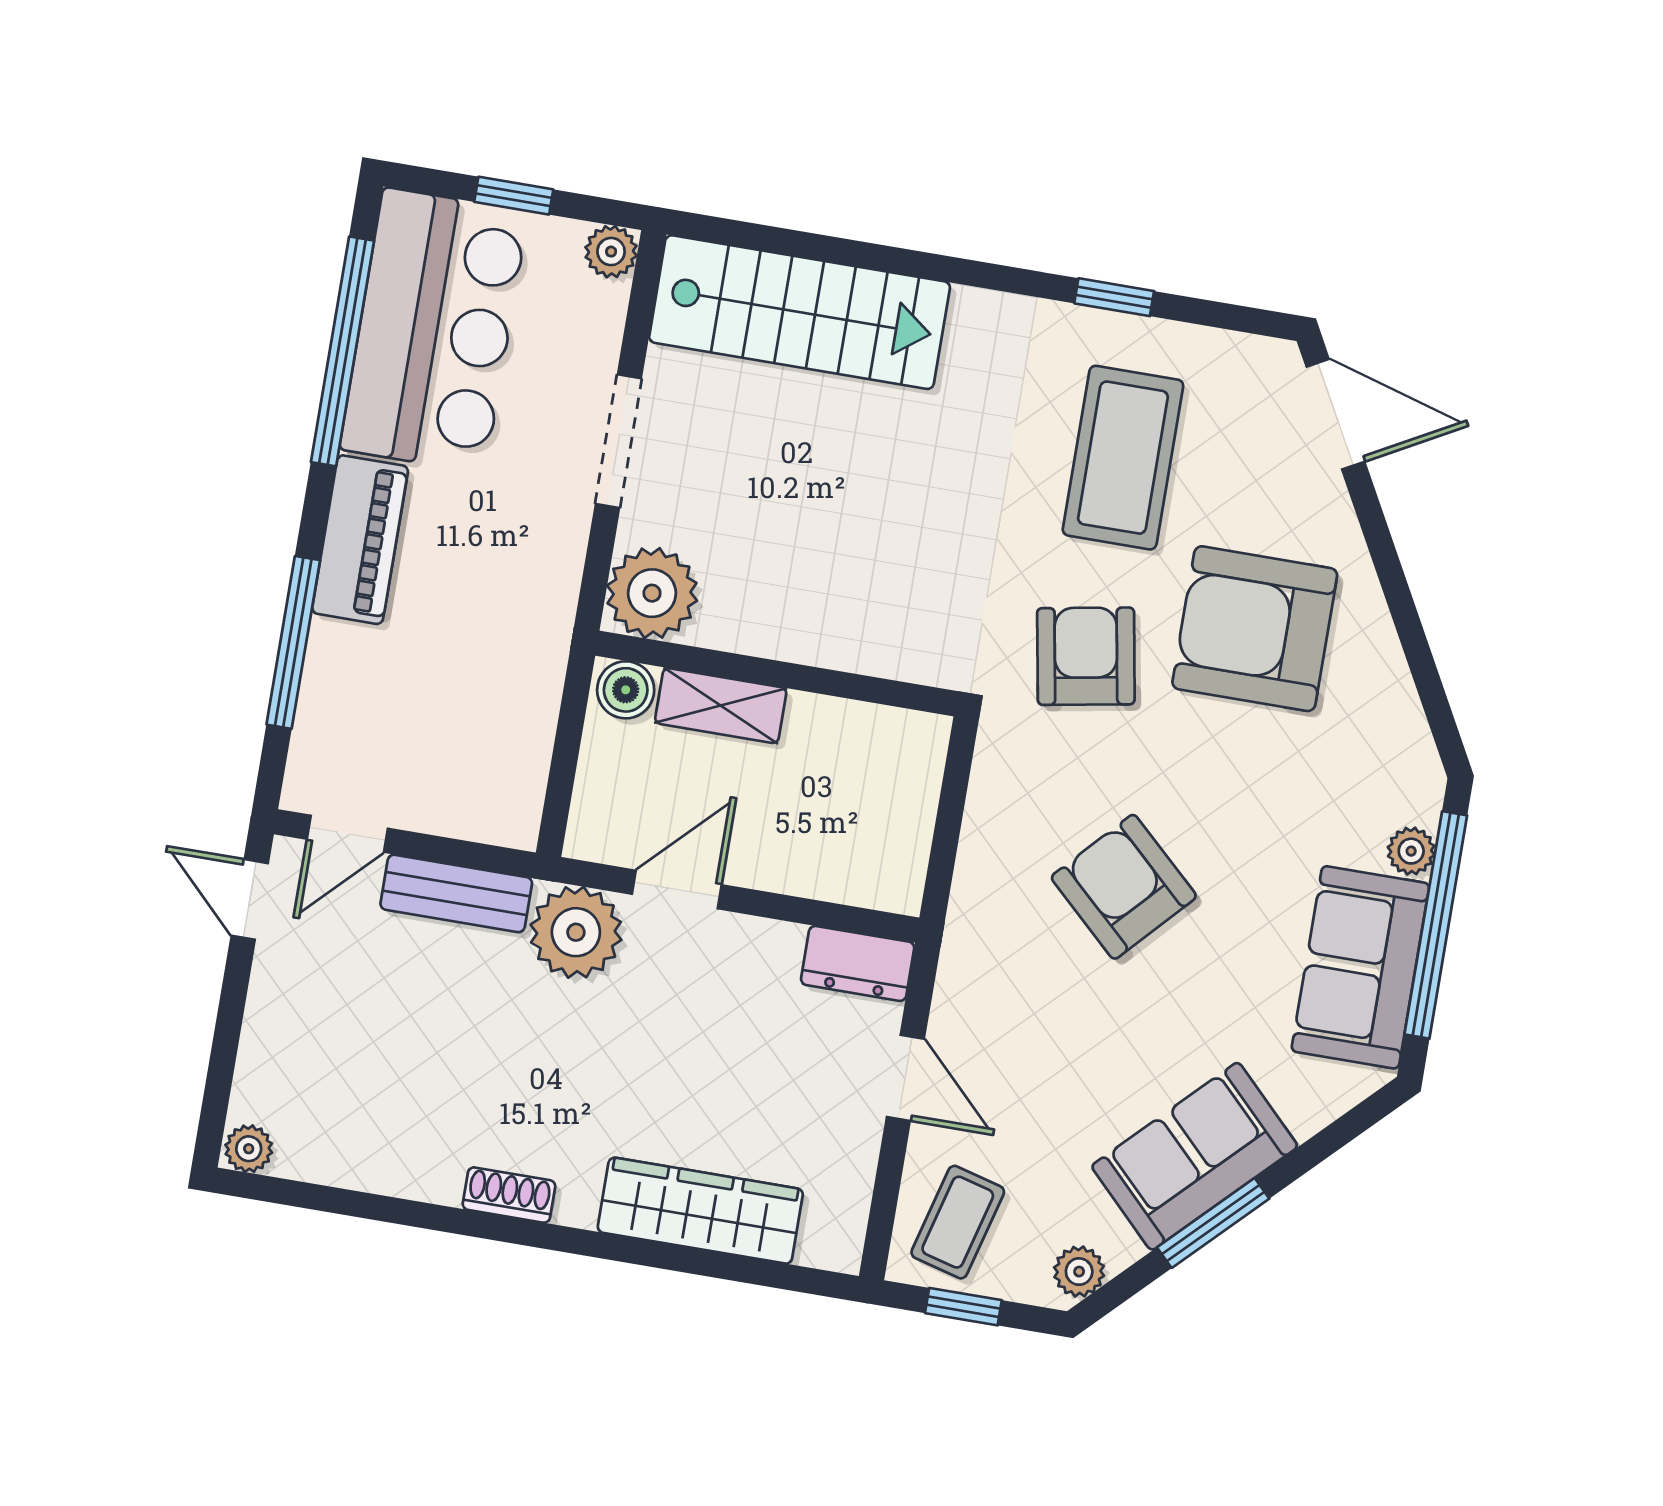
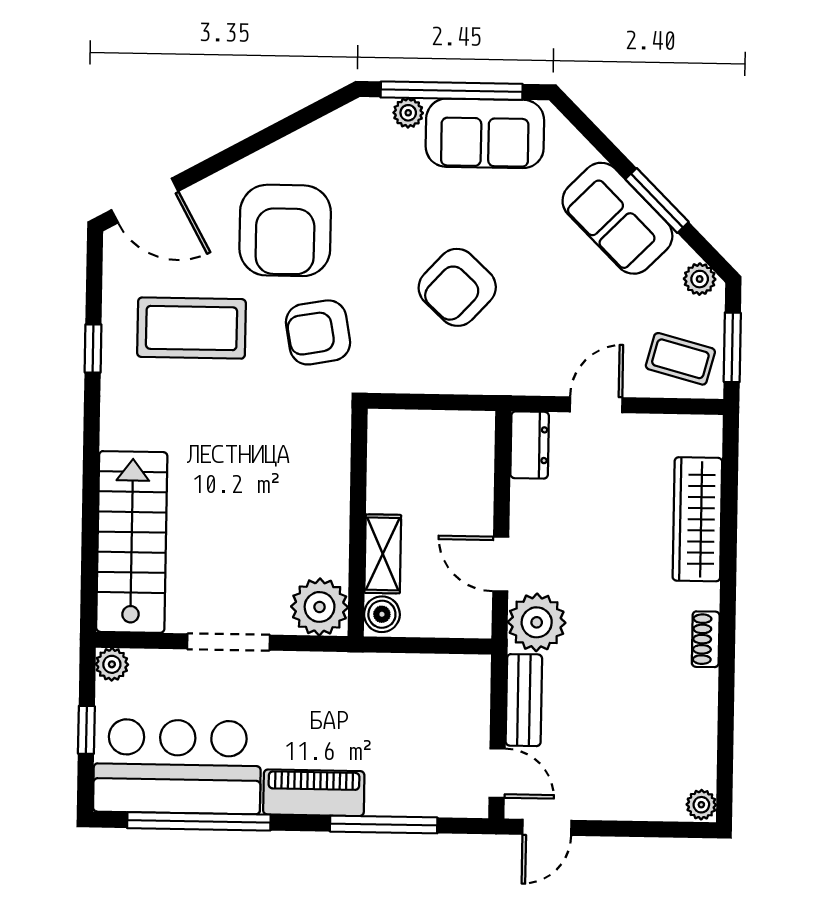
door: (1335, 414) -> (145, 201), swing flipped
window: (963, 1307) -> (732, 347), width x1.50

